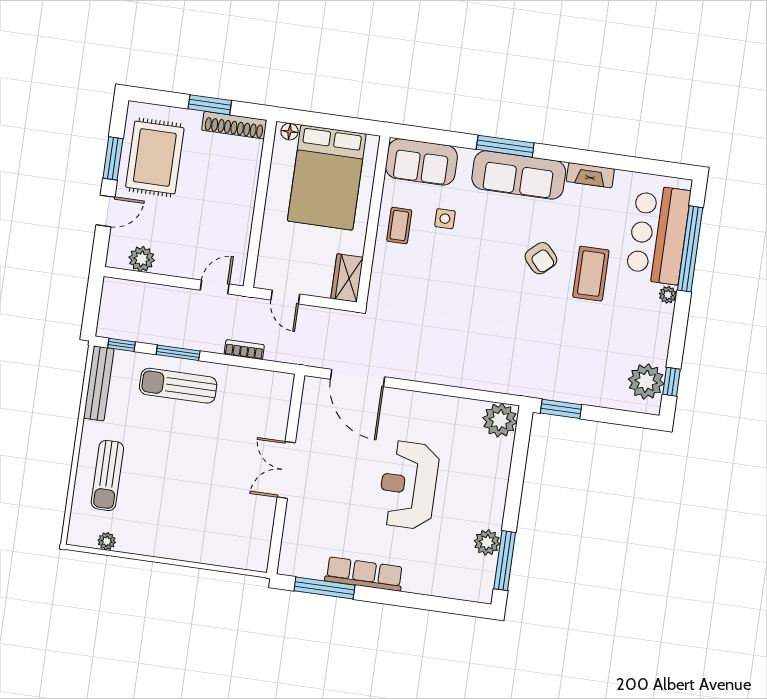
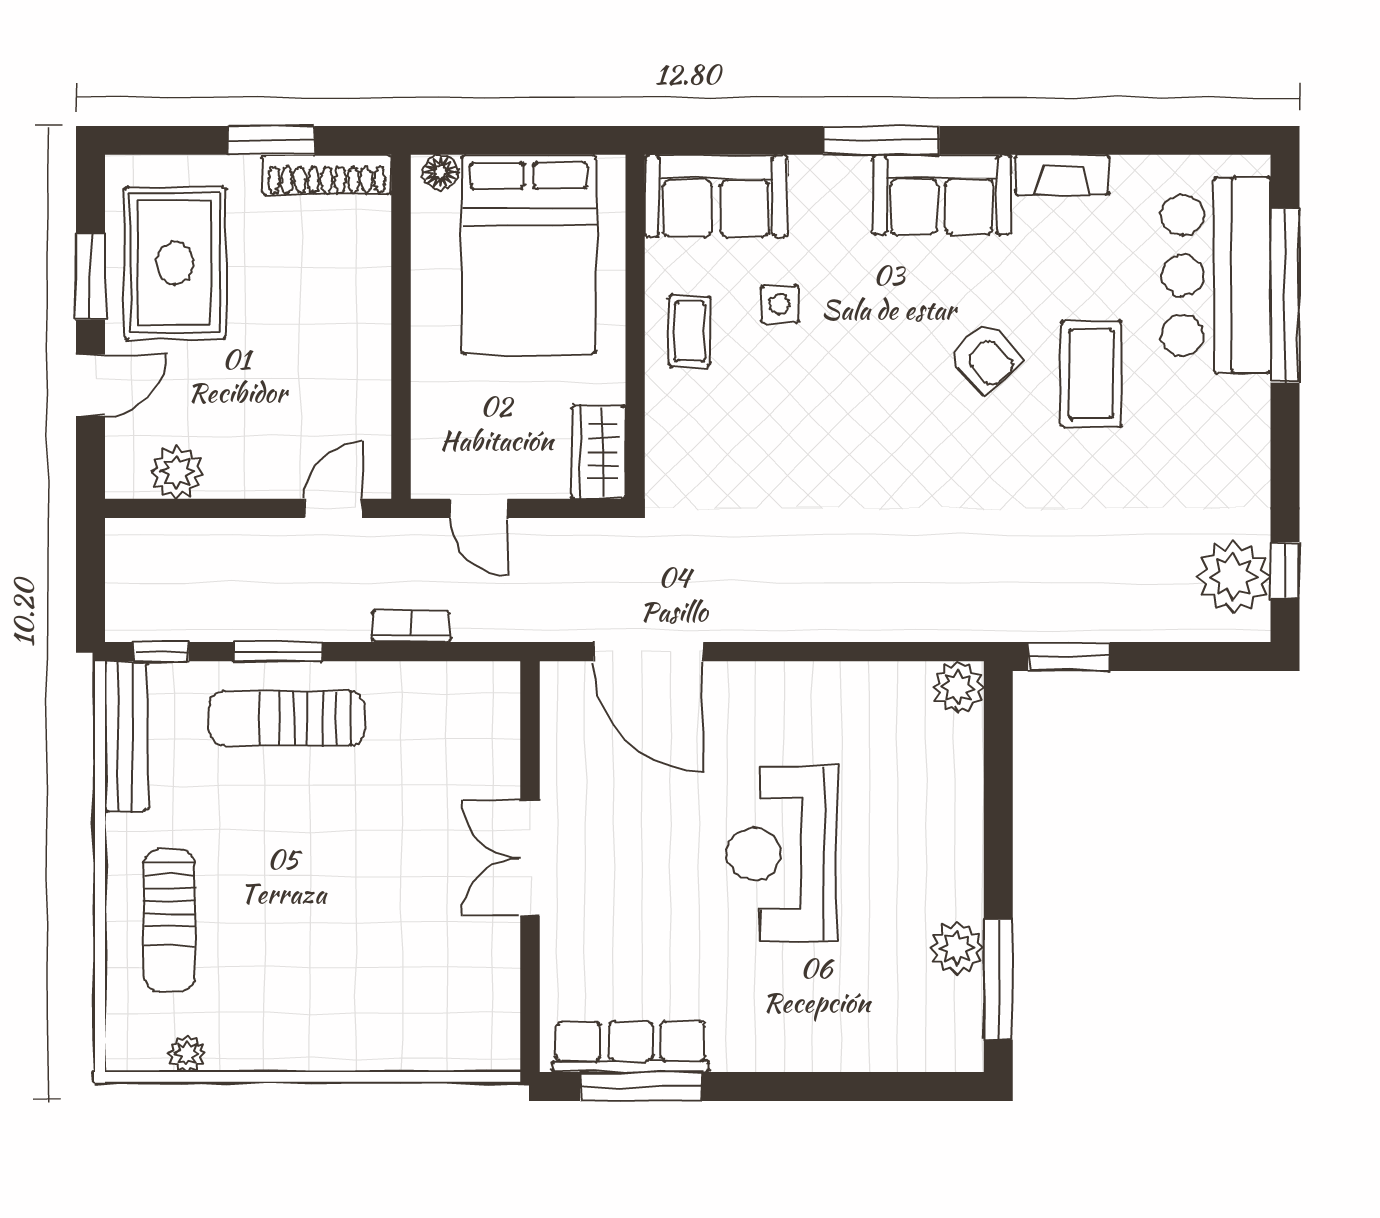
sofa: (519, 175) -> (942, 195), width x0.73
plant: (668, 295) -> (1253, 395), removed
plant: (500, 420) -> (958, 687), width x0.73, depth x0.73
row of seats: (364, 574) -> (631, 1047), moved

